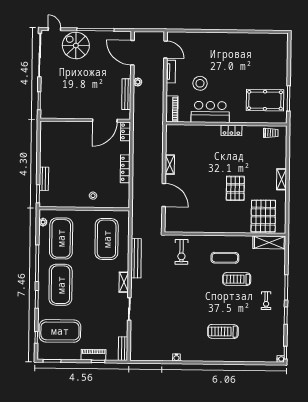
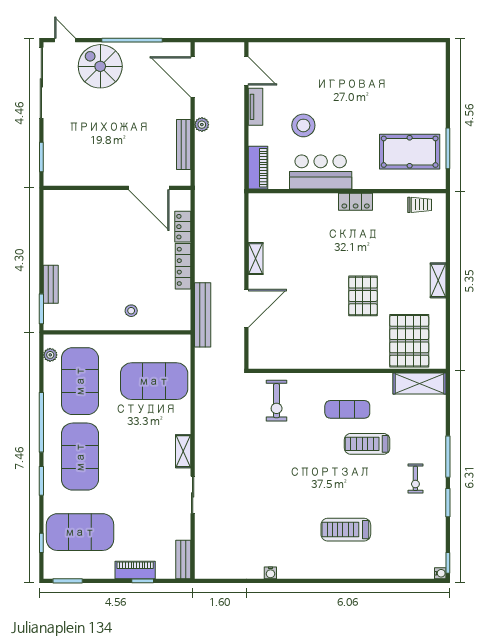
door: (105, 120) -> (149, 188), hinge flipped
locker: (125, 131) -> (183, 227), moved
door: (164, 195) -> (246, 308), hinge flipped
exercise mat: (107, 239) -> (154, 381), turned 90
bench: (136, 258) -> (203, 315), moved

